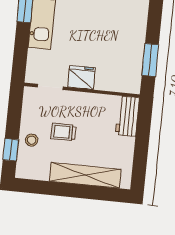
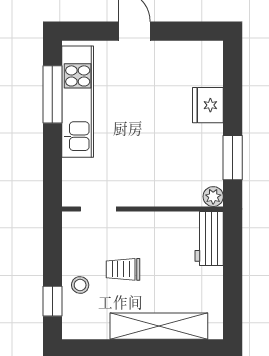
fridge: (81, 77) -> (208, 105), moved, turned -90
plant: (133, 86) -> (213, 197), added

